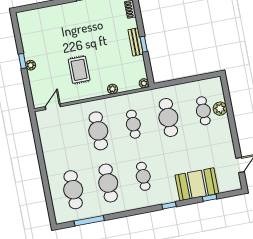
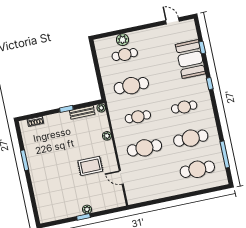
bench: (136, 42) -> (82, 112), moved
door: (53, 107) -> (121, 177), moved

